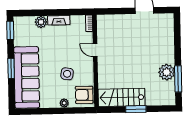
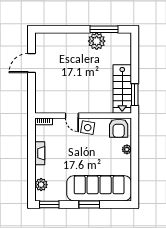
plant: (41, 22) -> (41, 185), moved
door: (95, 50) -> (72, 116), hinge flipped
side table: (67, 74) -> (88, 128), moved
window: (136, 109) -> (135, 95), moved

